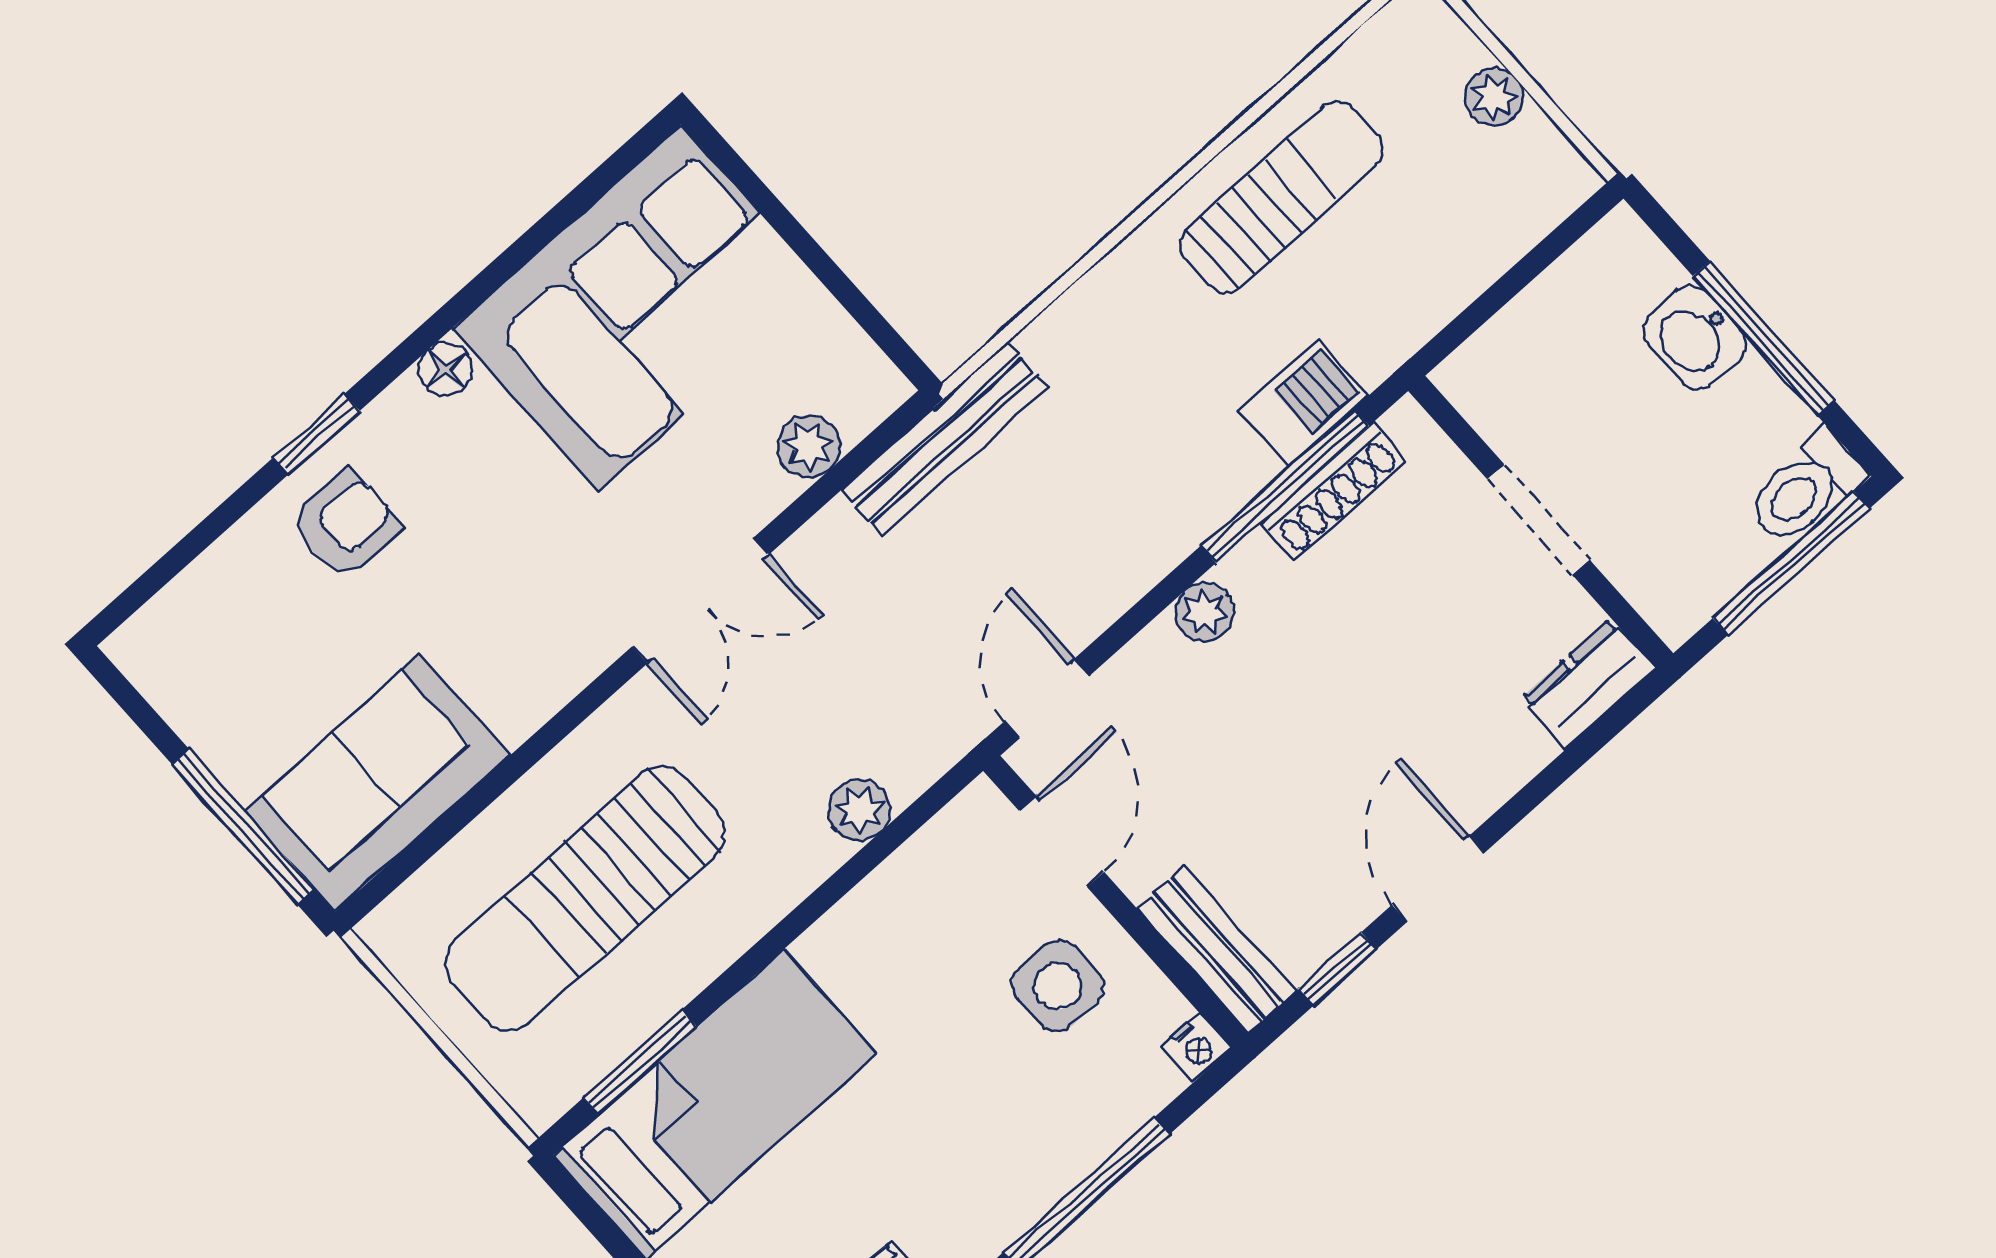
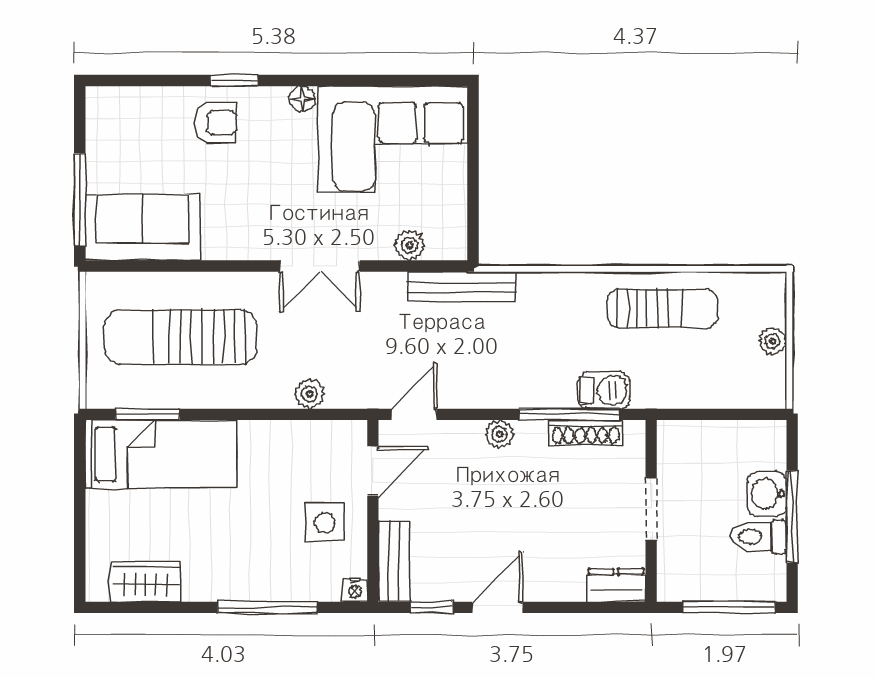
toilet: (1805, 488) -> (758, 537), moved

